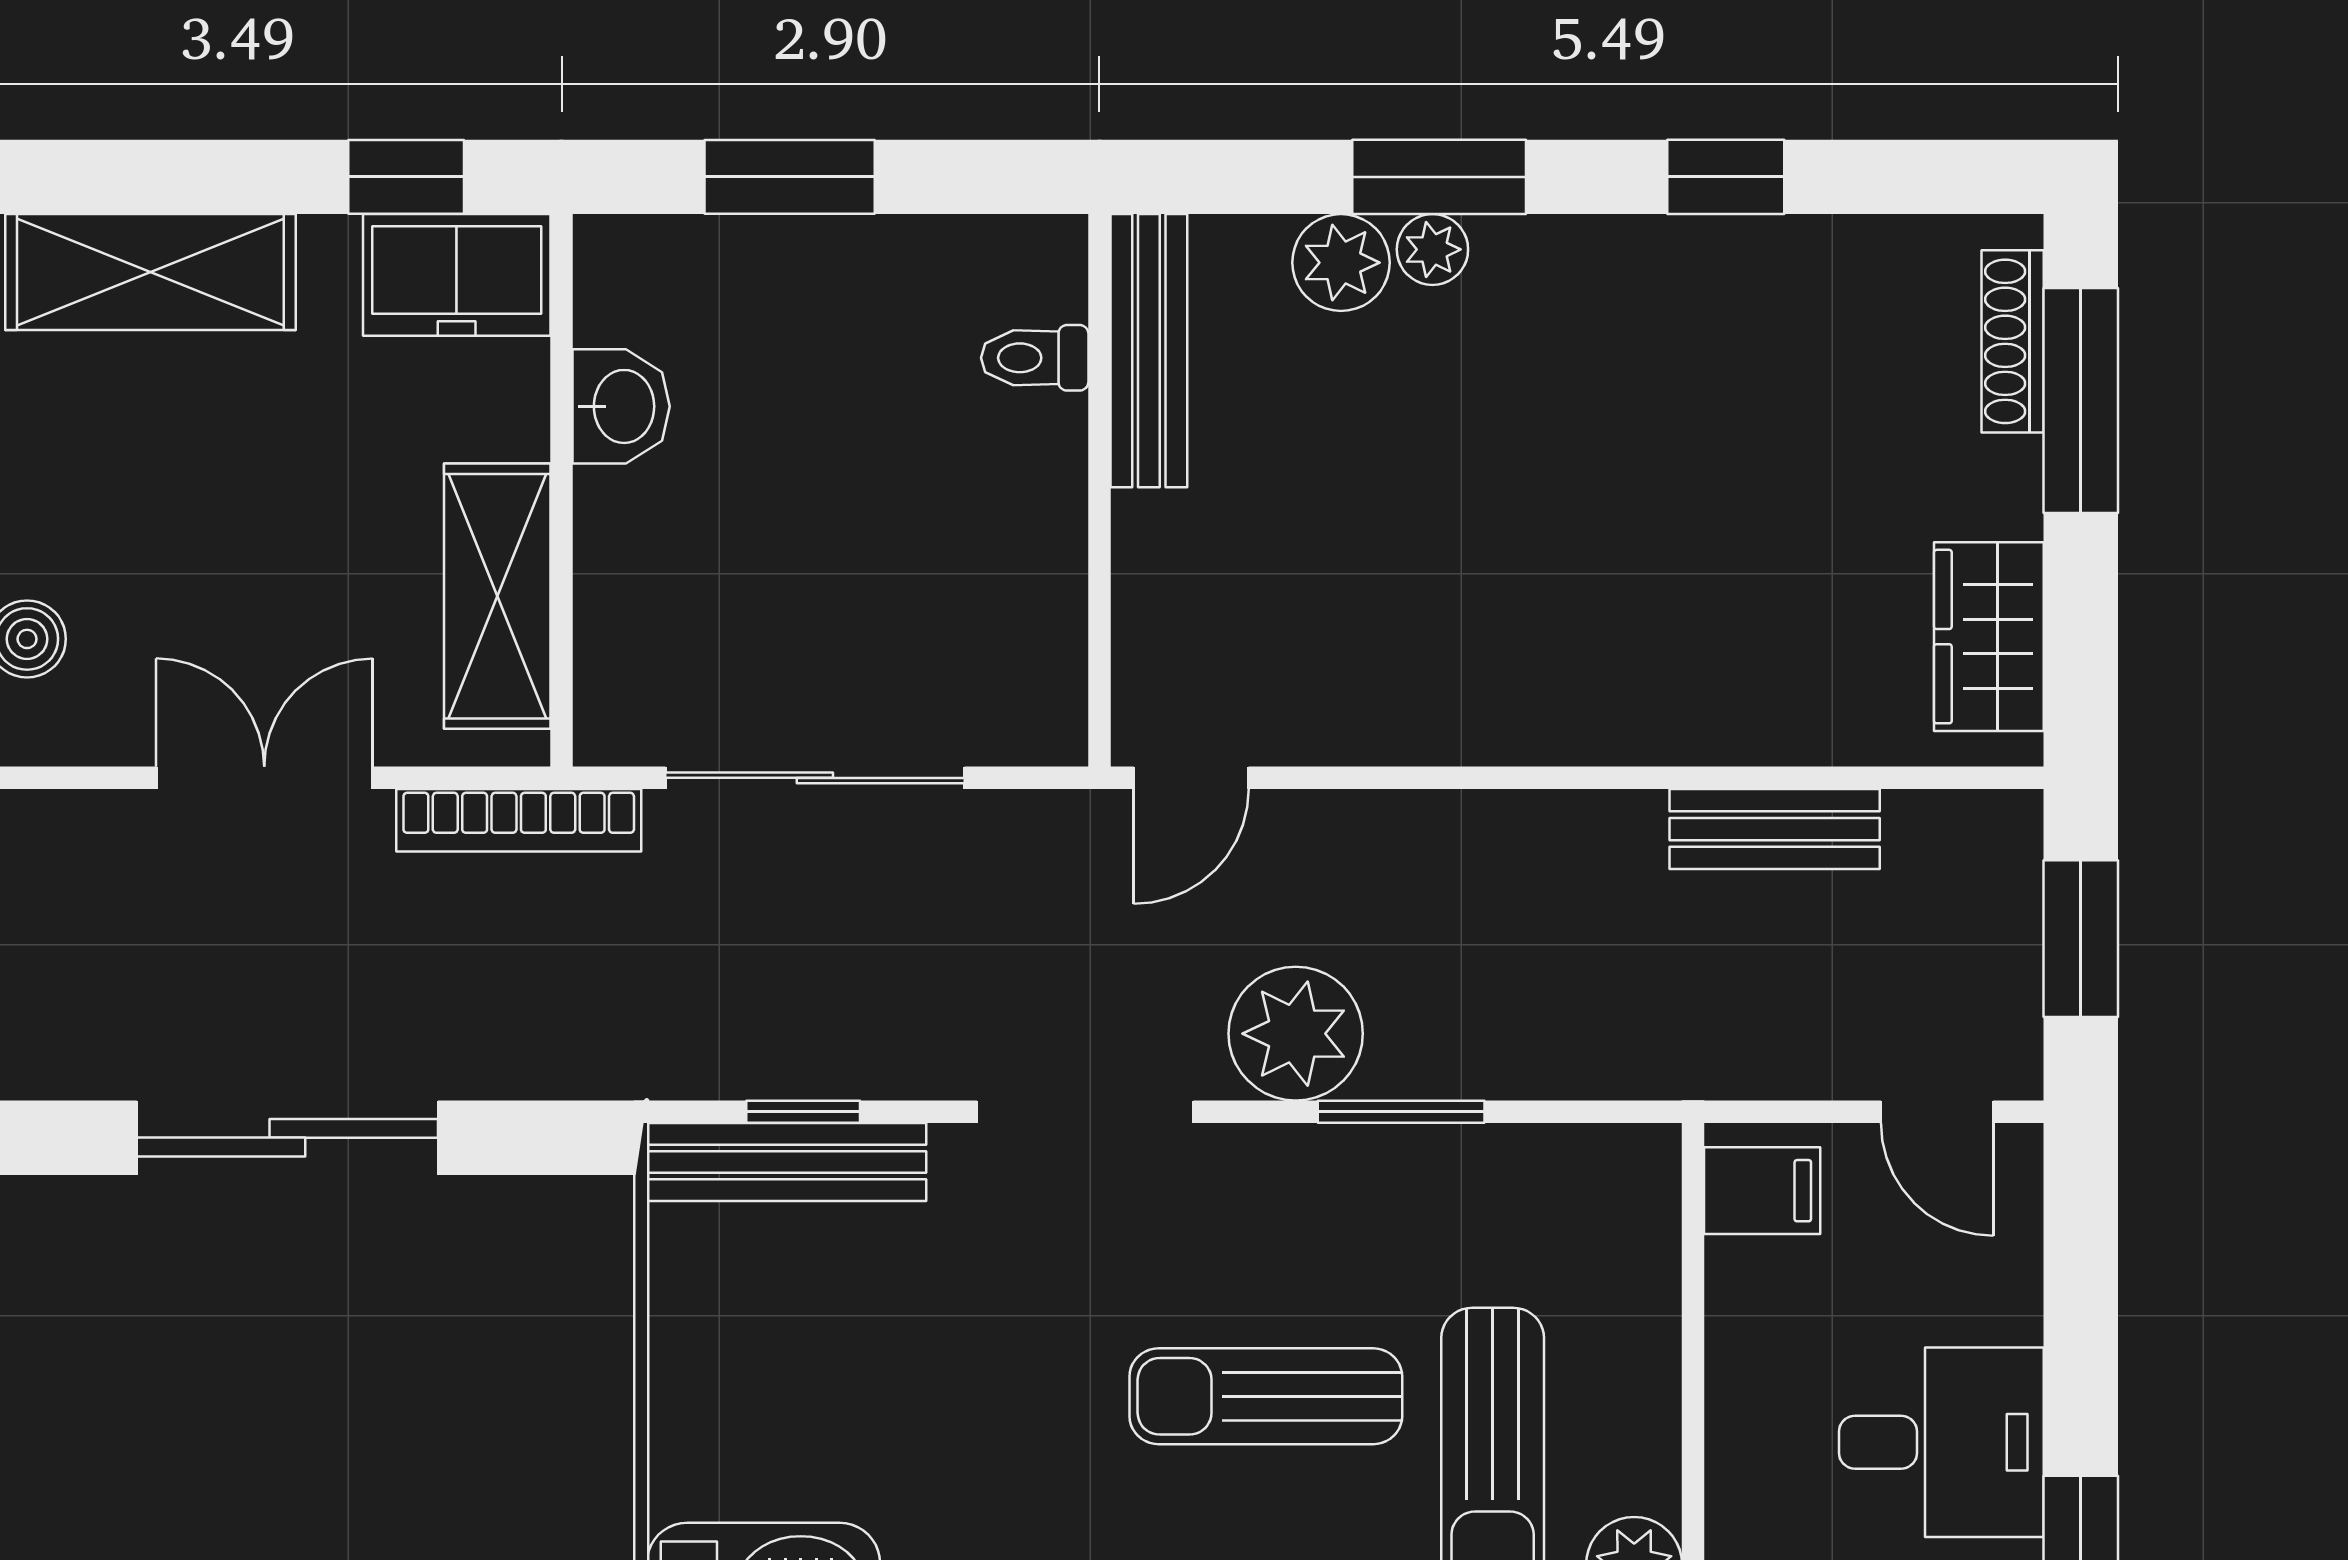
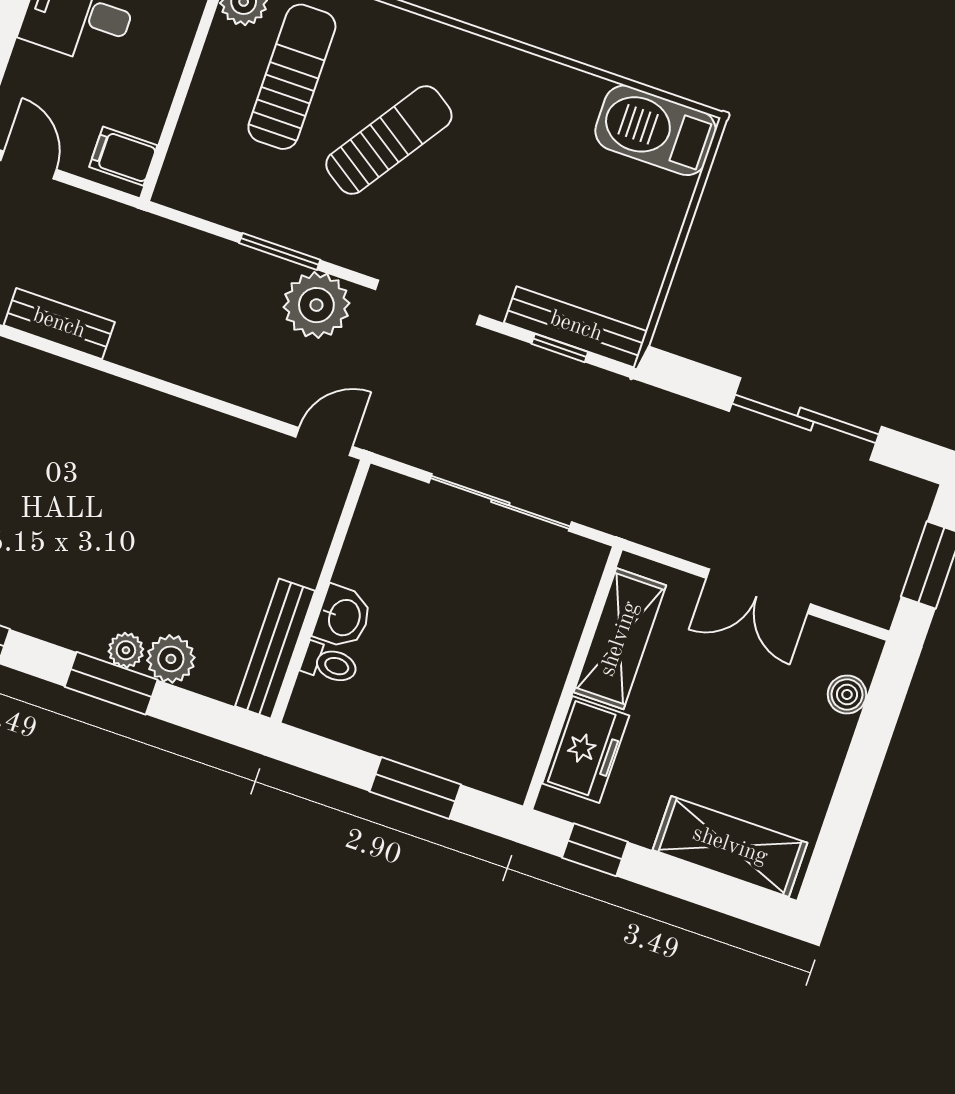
freezer: (457, 275) -> (586, 749), moved, turned 90
washbasin: (621, 406) -> (343, 617), moved, turned 180
bookcase: (519, 820) -> (646, 530), removed
sun lounger: (1266, 1396) -> (389, 140), turned -56

